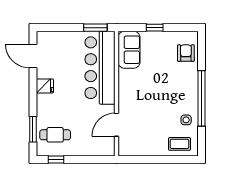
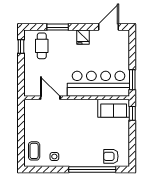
window: (155, 28) -> (132, 113), moved
armchair: (186, 53) -> (111, 156), turned 180
window: (202, 98) -> (92, 170), moved
window: (33, 129) -> (58, 27), moved

